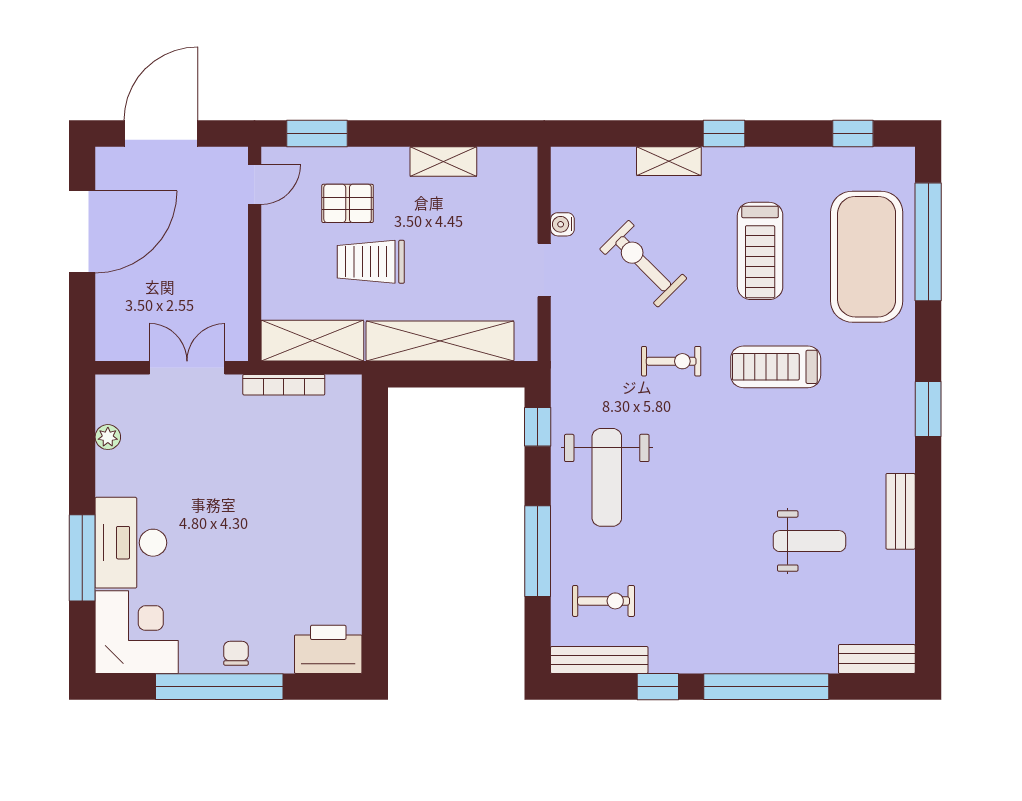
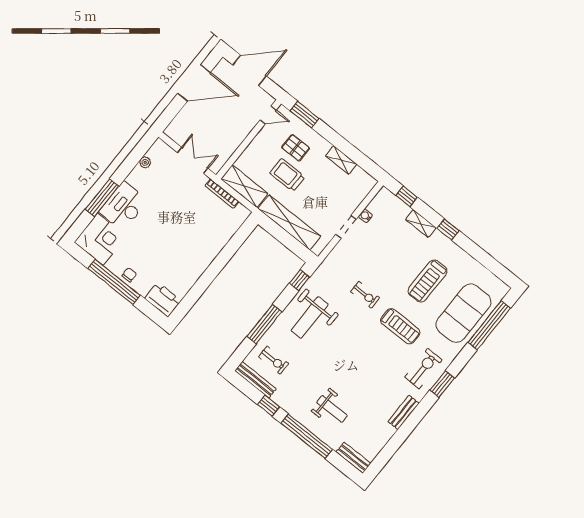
window: (853, 133) -> (407, 196), moved
exercise bike: (643, 264) -> (423, 369), moved, turned 45
treadmill: (776, 367) -> (400, 326), turned 180
weight bench: (809, 541) -> (332, 409), moved

